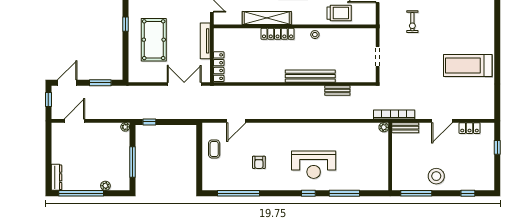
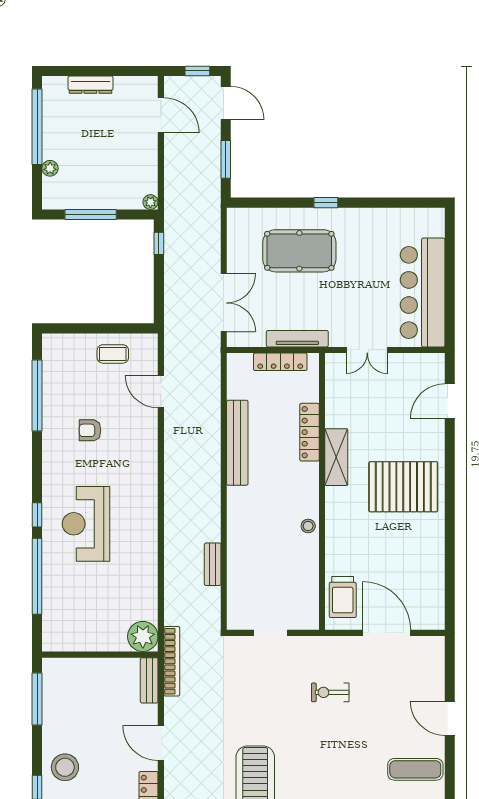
trolley: (339, 13) -> (343, 597), moved
shelving: (267, 18) -> (336, 457), width x0.68
locker: (278, 34) -> (309, 432), moved
locker: (219, 67) -> (280, 362), moved
bench: (310, 76) -> (237, 443), moved
plant: (384, 127) -> (143, 636), width x1.87, depth x1.87
stool: (436, 176) -> (65, 767), moved
dresser: (56, 177) -> (90, 85), moved
window: (344, 193) -> (37, 576), width x1.46

